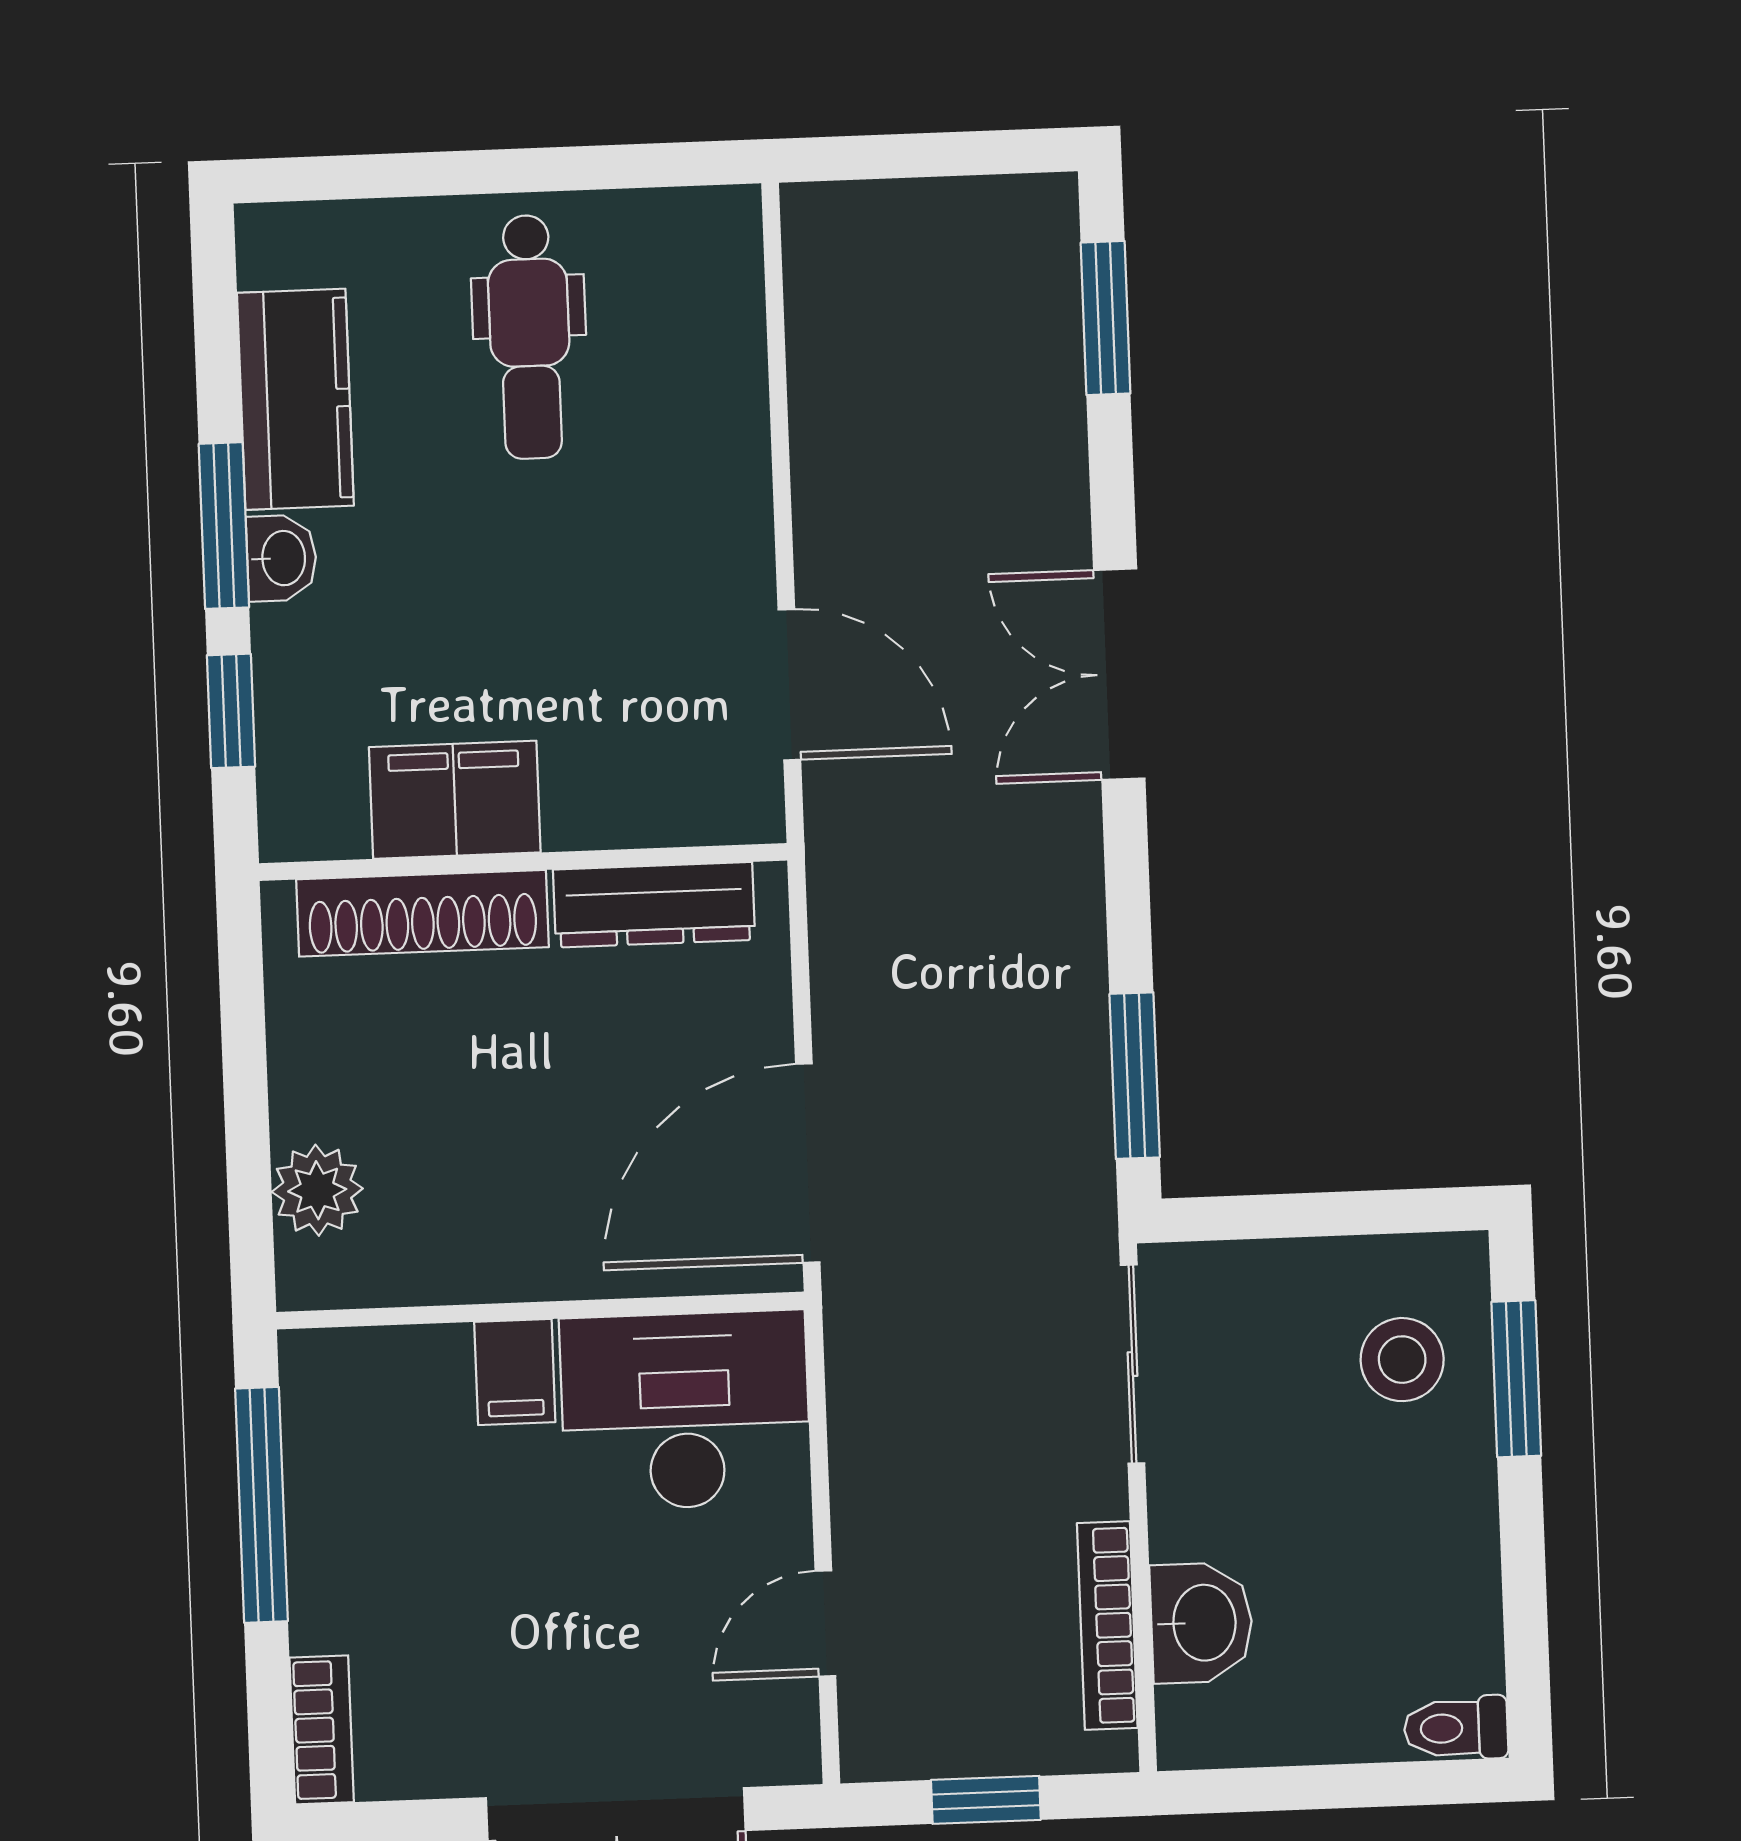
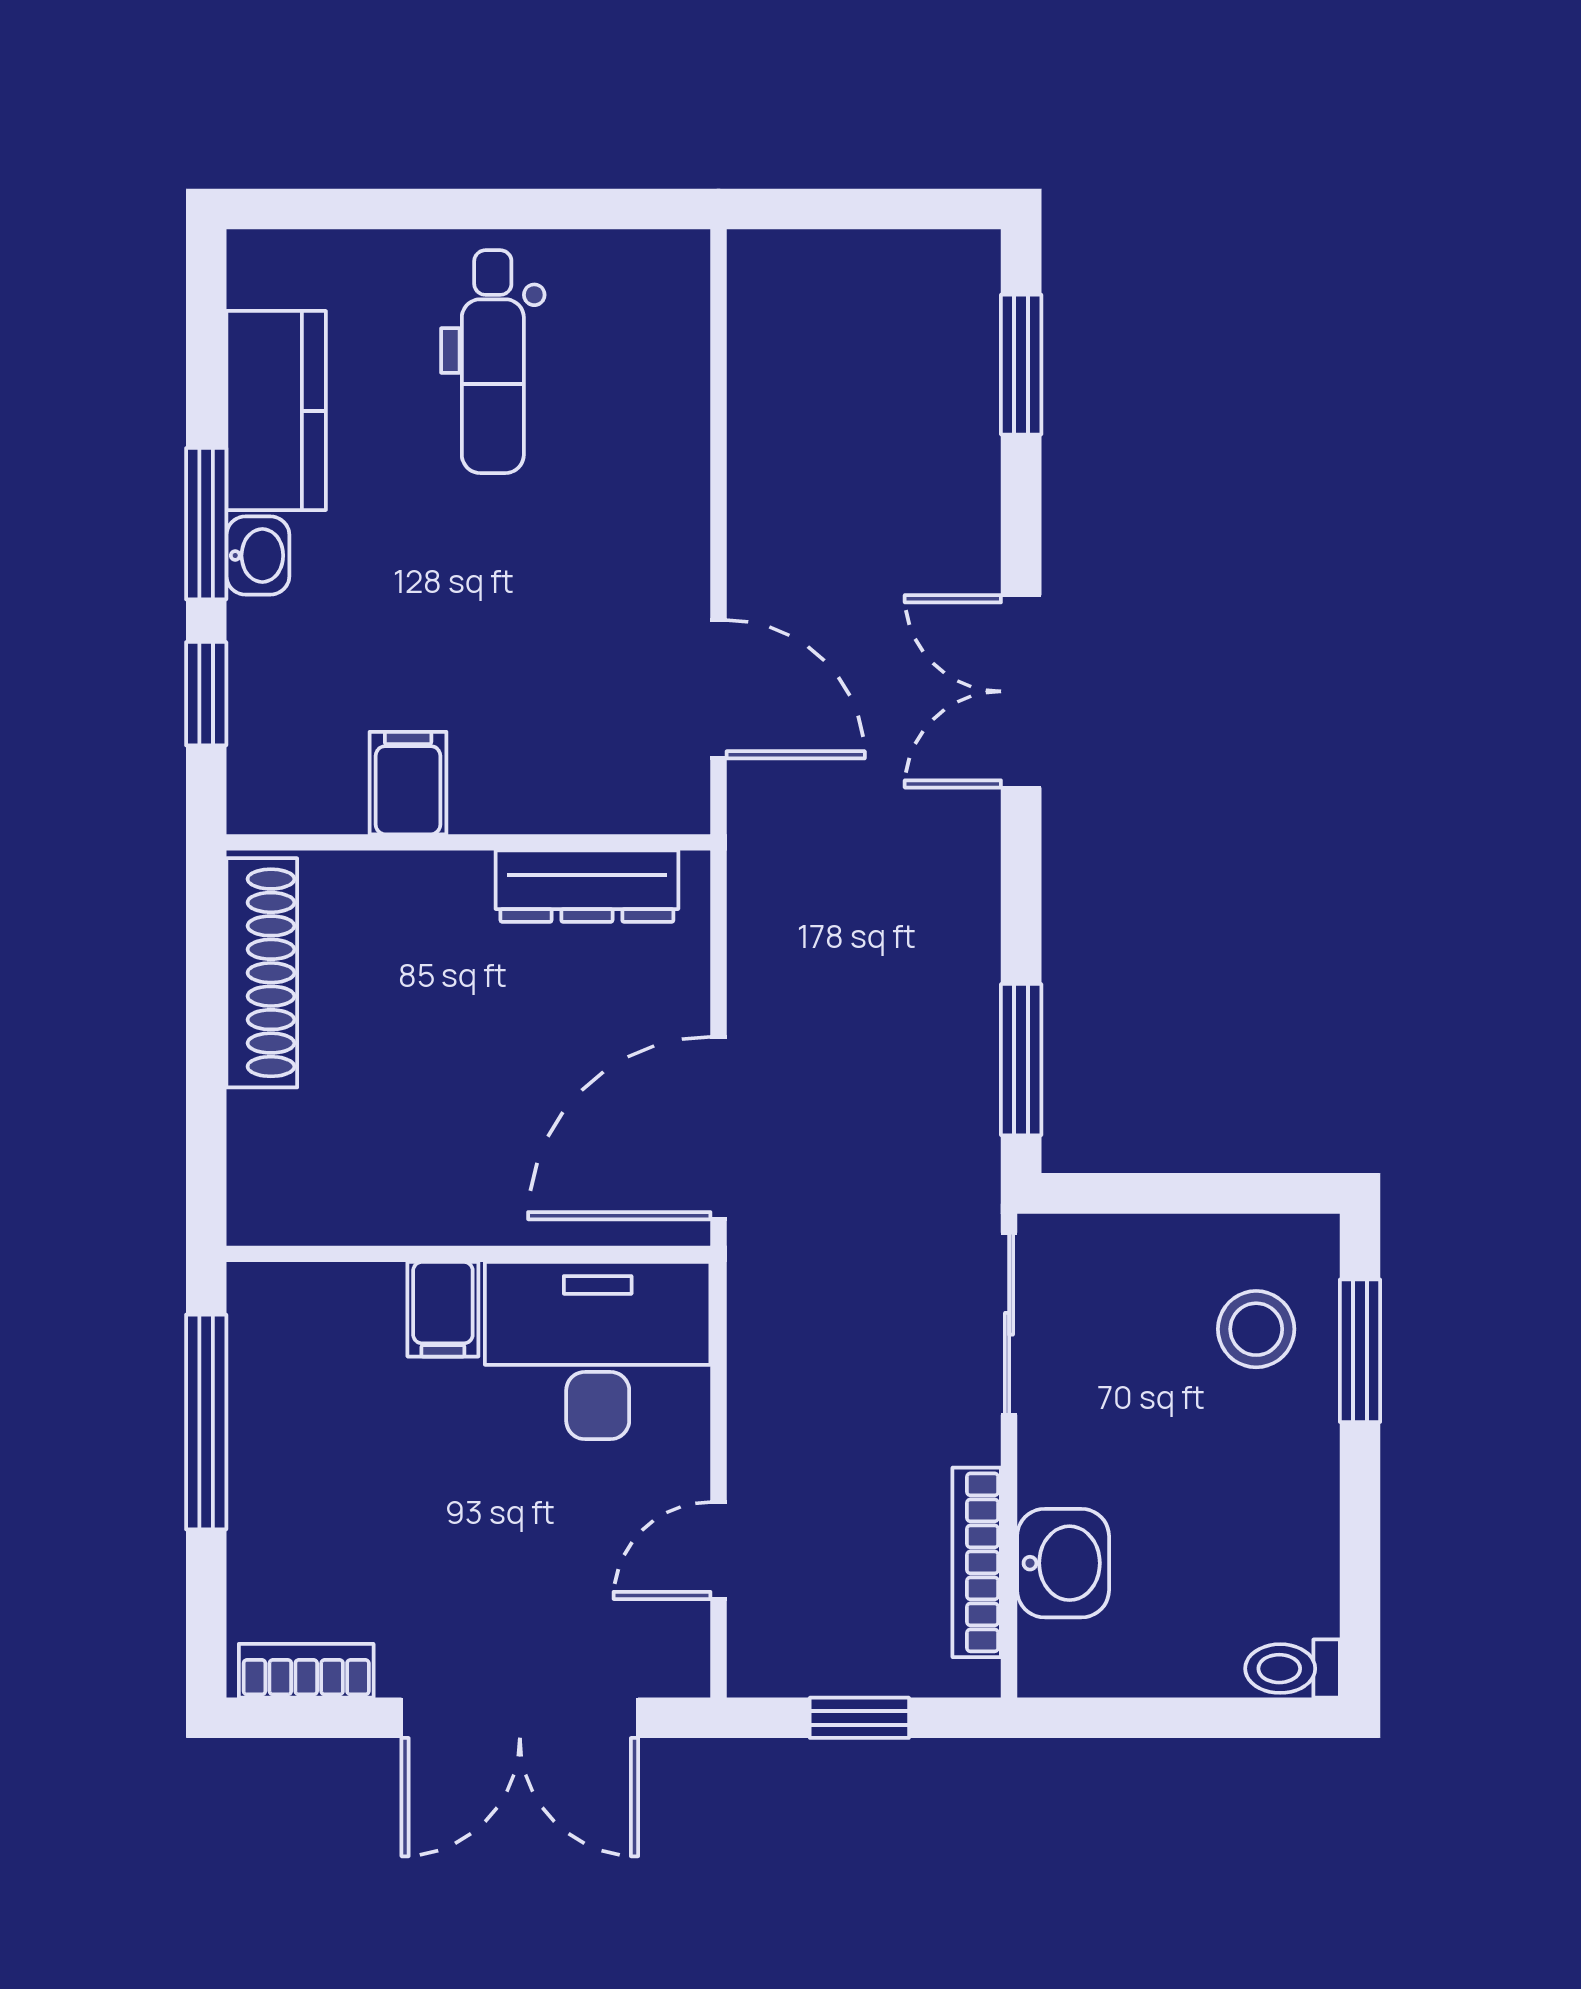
filing cabinet: (455, 800) -> (408, 783), width x0.50
shoe rack: (422, 913) -> (262, 973), moved, turned -90
plant: (317, 1190) -> (268, 1136), removed
bookcase: (322, 1730) -> (306, 1671), moved, turned -90

